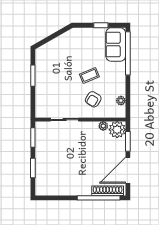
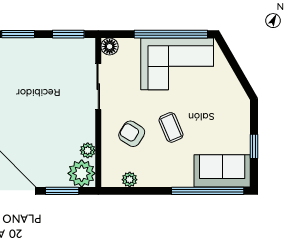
corner sofa: (51, 72) -> (177, 64), added
window: (33, 76) -> (171, 34), width x2.11
floor lamp: (40, 113) -> (110, 47), added

